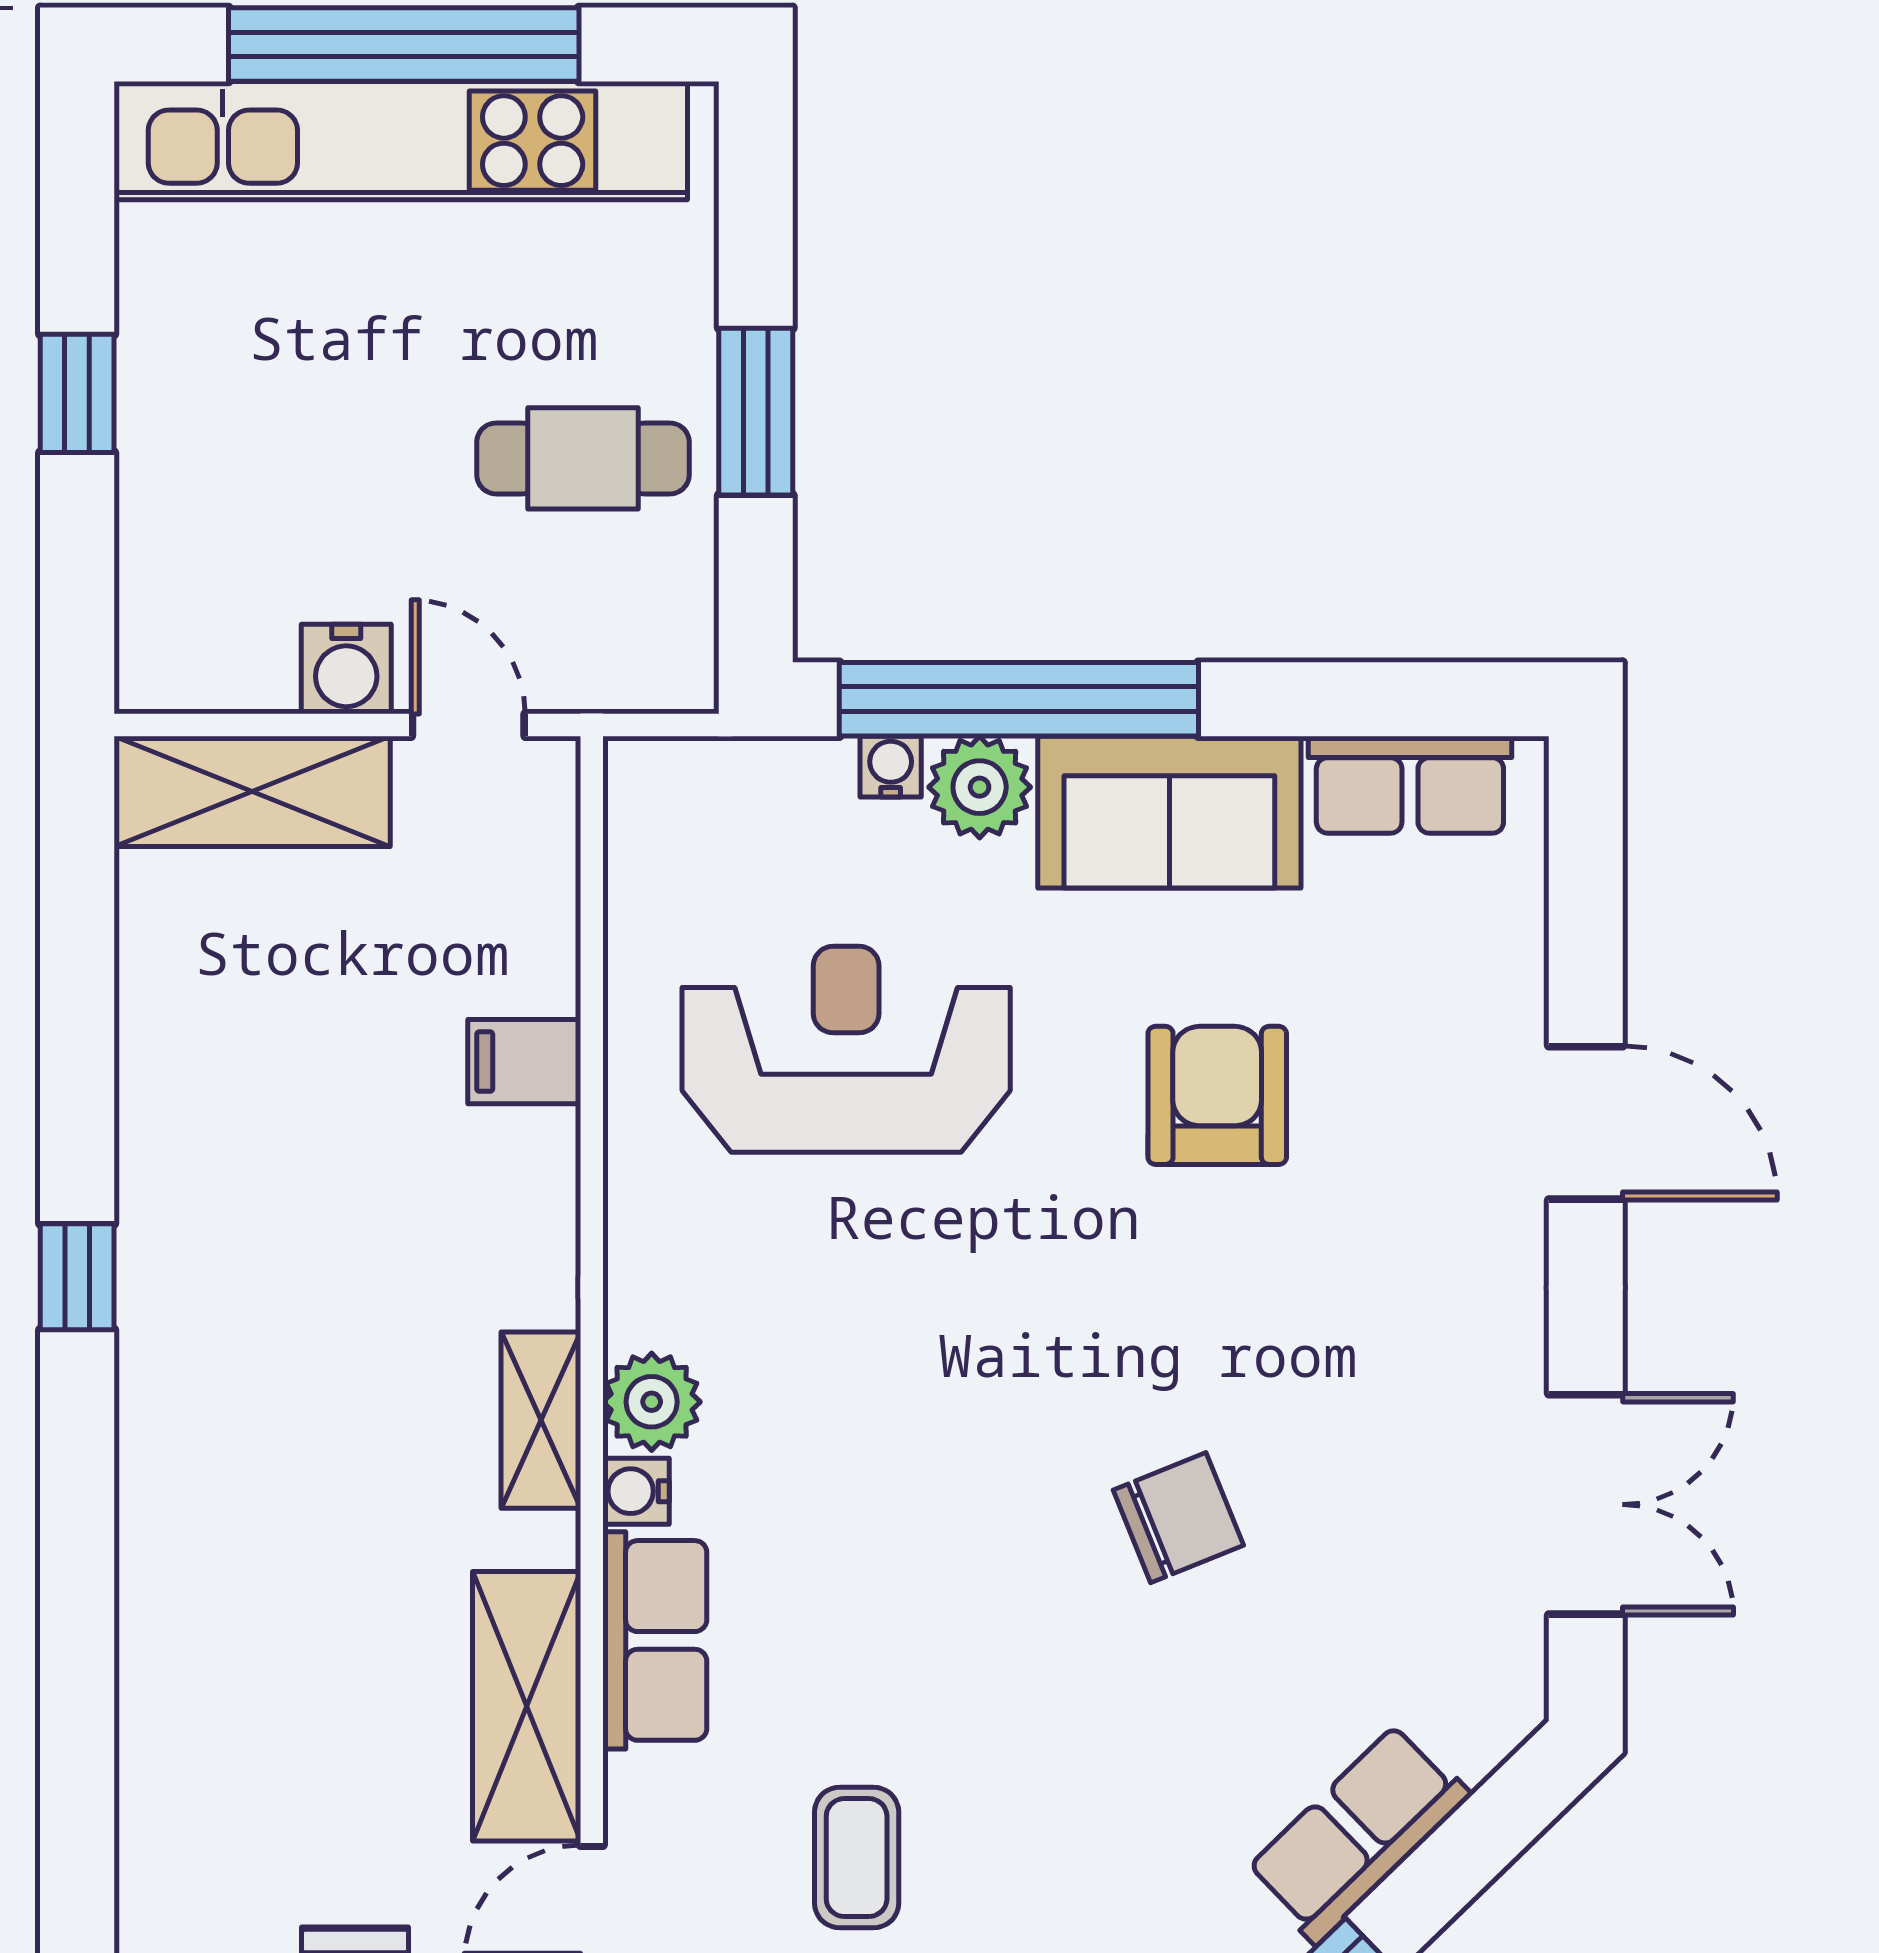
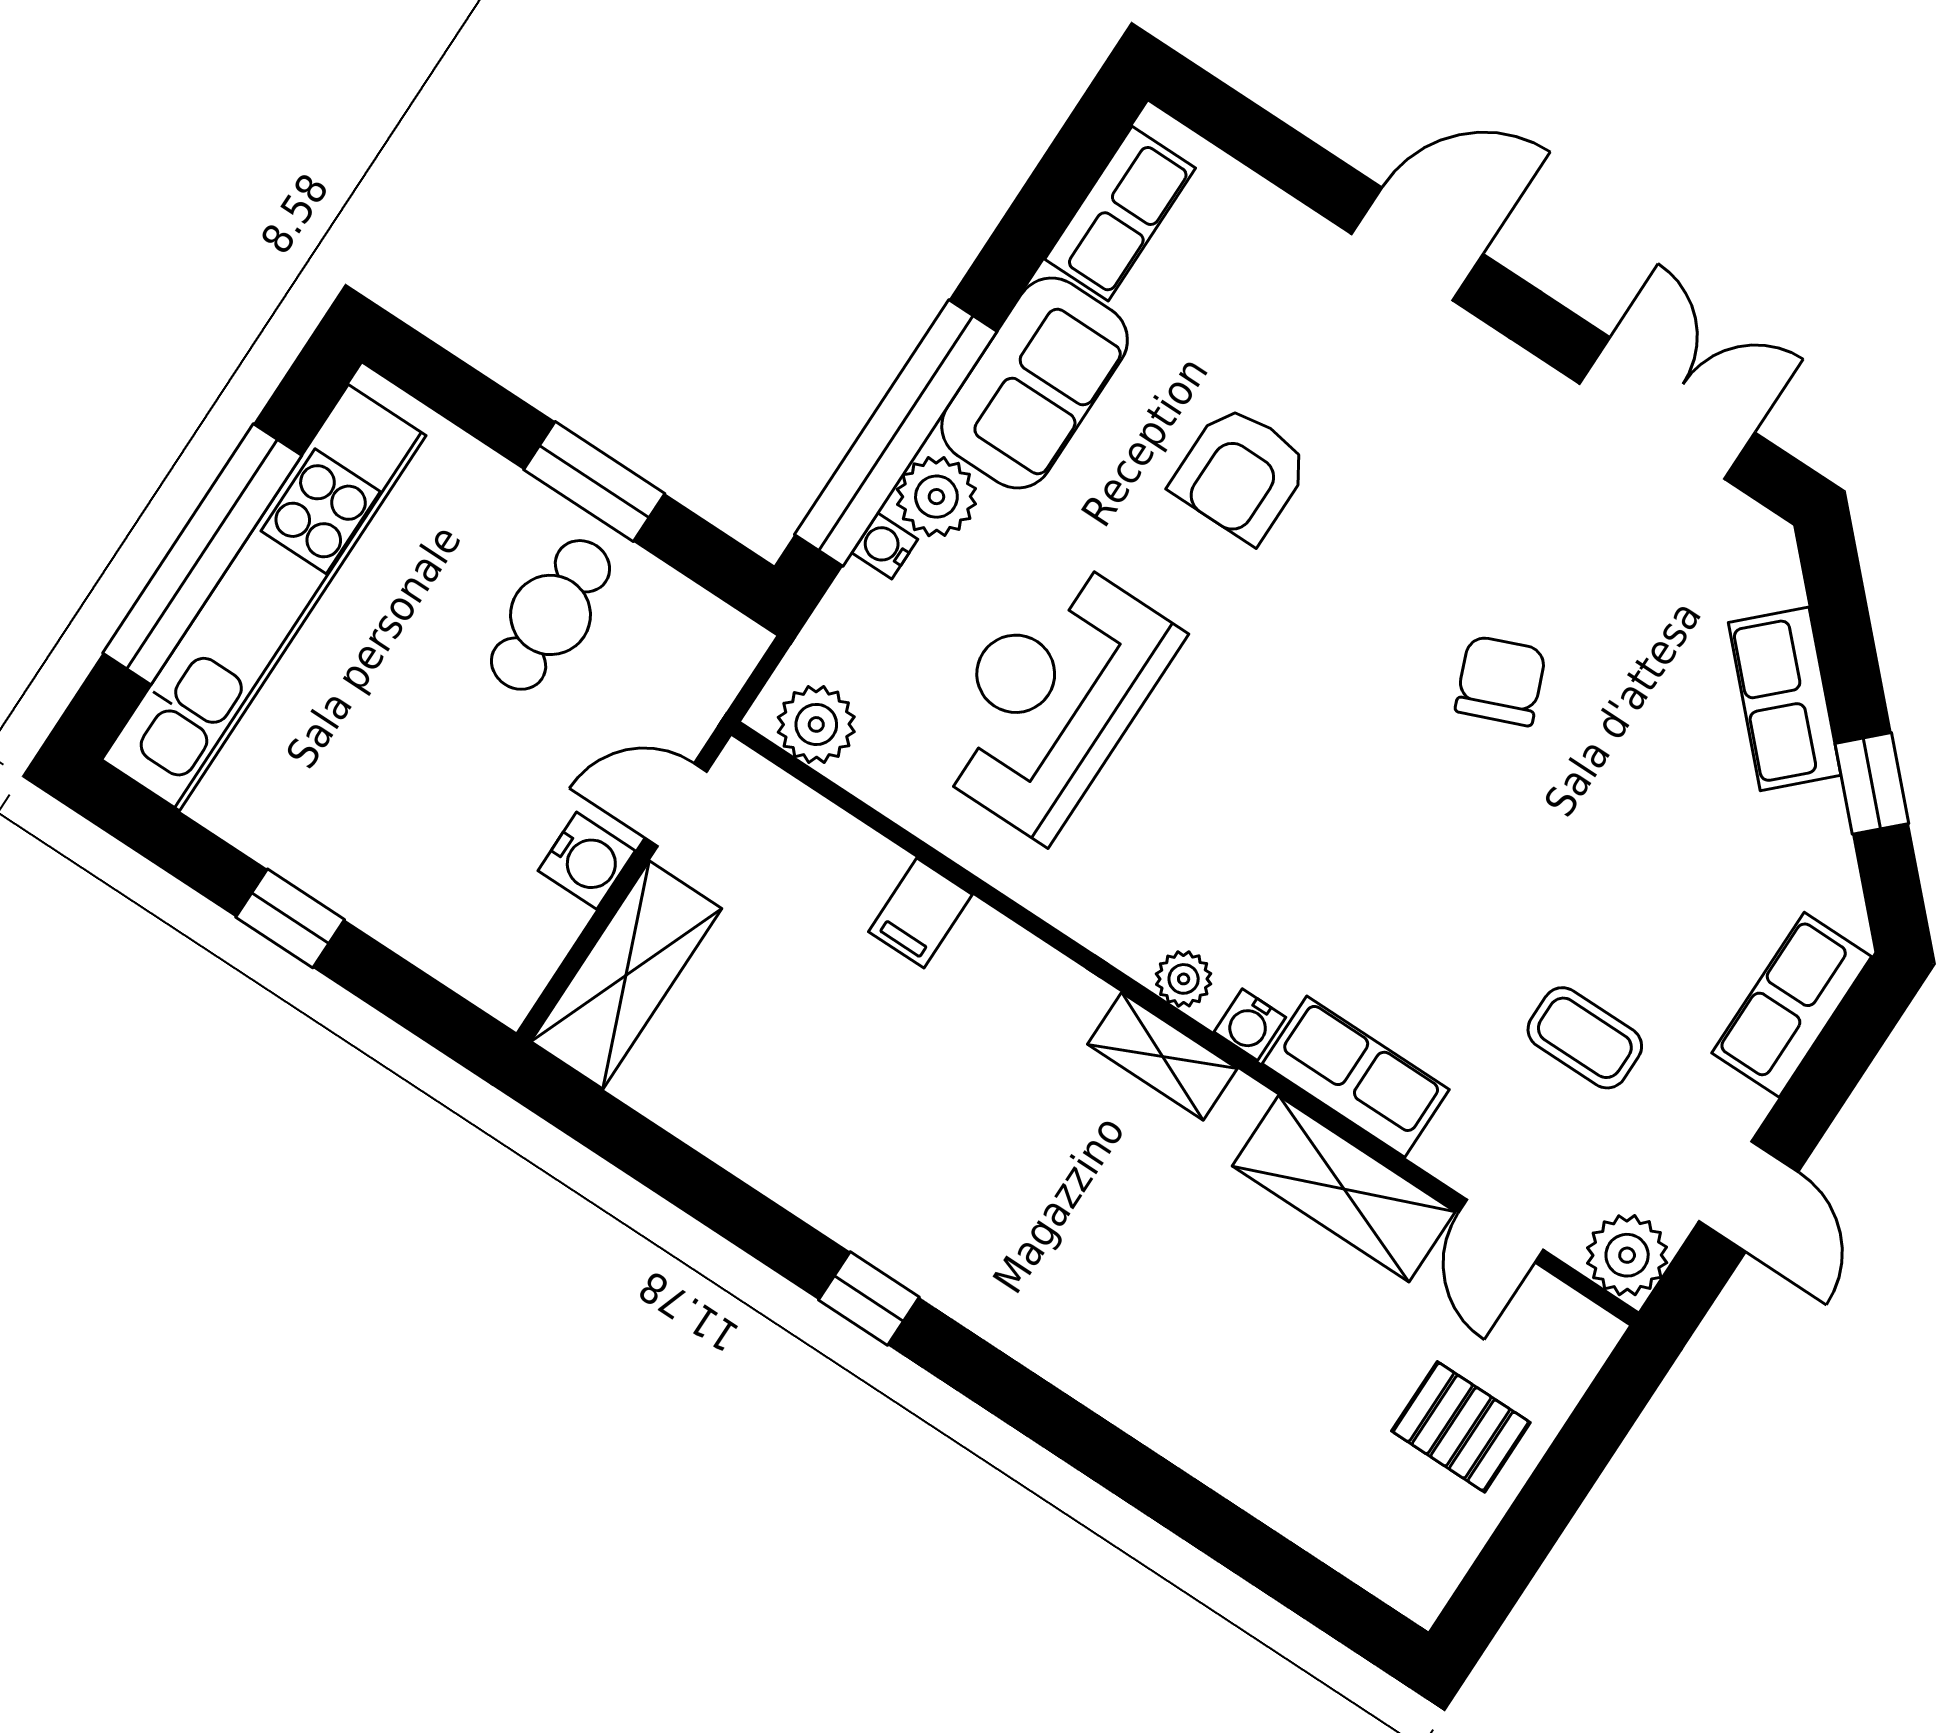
plant: (652, 819) -> (816, 724), added
armchair: (1217, 1095) -> (1241, 474), turned -90
plant: (652, 1402) -> (1184, 979), width x0.73, depth x0.73

